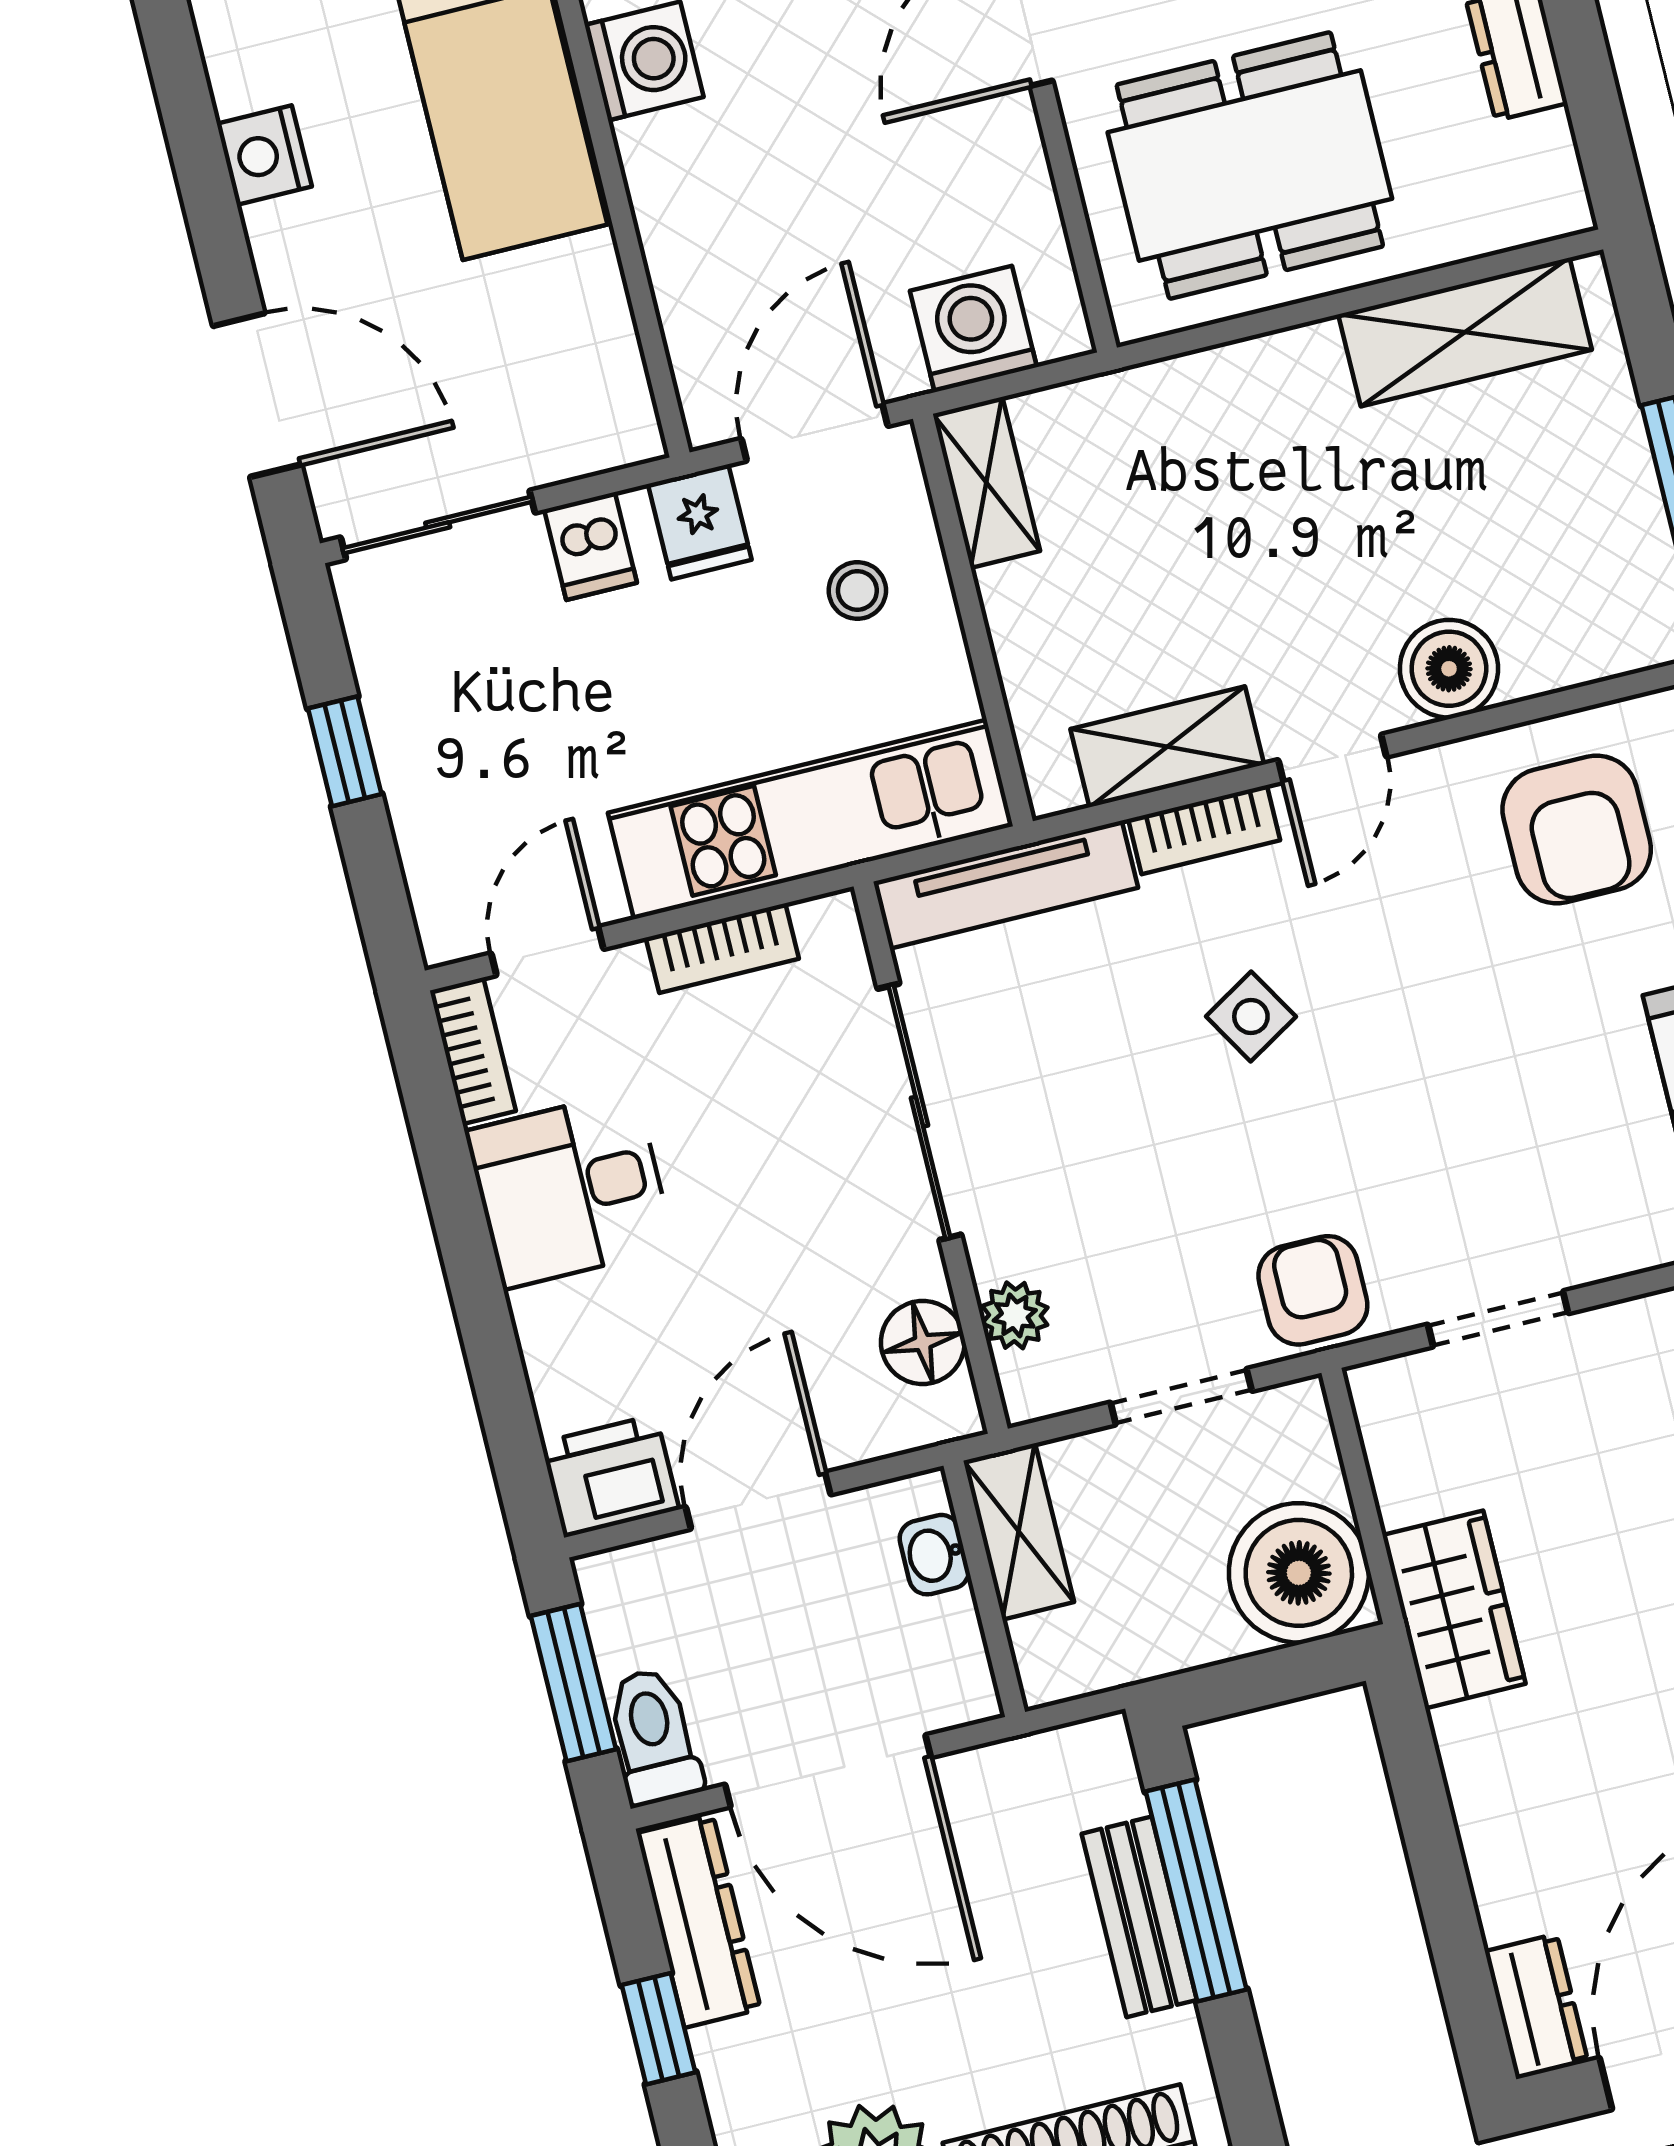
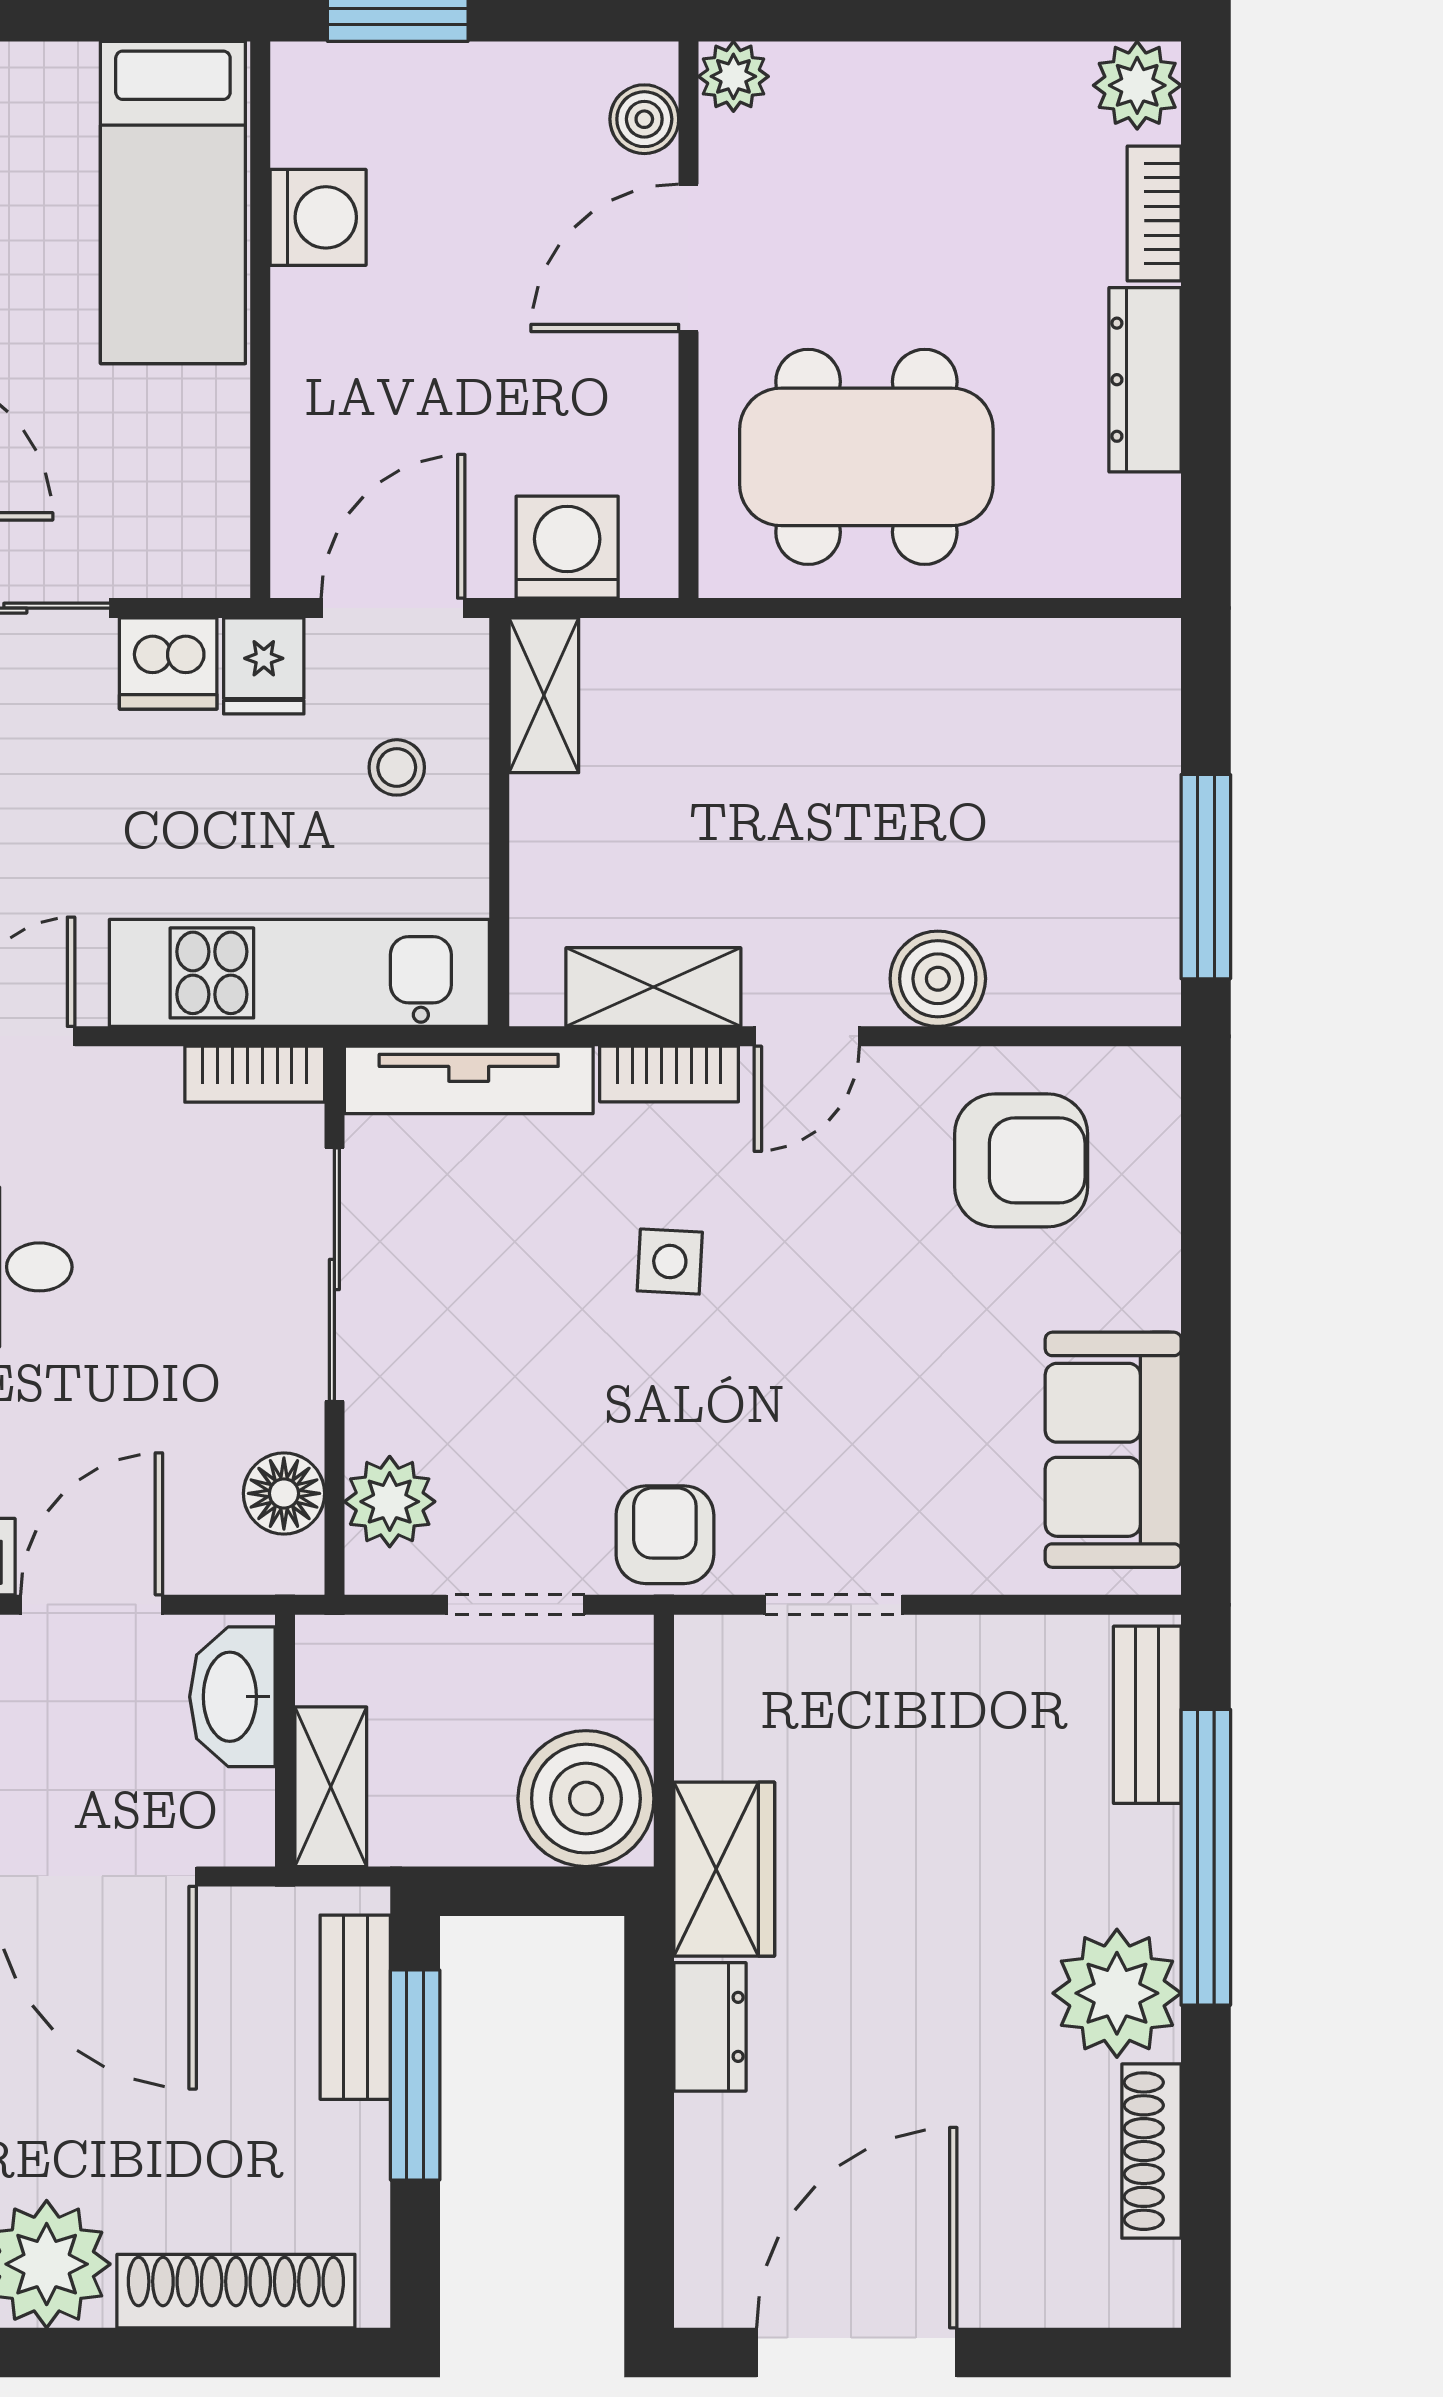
shelving: (1465, 332) -> (1031, 664), removed
dishwasher: (591, 546) -> (168, 664), width x1.38
armchair: (1577, 830) -> (1021, 1160), turned -90
bookcase: (722, 948) -> (255, 1074), moved
side table: (1251, 1016) -> (670, 1262), turned 34
plant: (1015, 1315) -> (390, 1502), width x1.38, depth x1.38
shelving: (1019, 1531) -> (331, 1787), moved
washbasin: (934, 1555) -> (232, 1697), width x1.91, depth x1.45
bench: (1139, 1917) -> (355, 2007), moved
dresser: (1536, 2006) -> (710, 2027), moved

